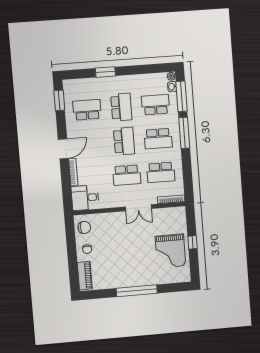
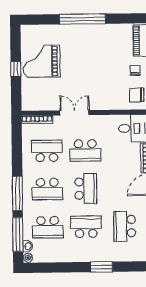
school desk: (121, 107) -> (86, 227), turned 90
school desk: (87, 110) -> (125, 226), turned 90
school desk: (158, 139) -> (47, 189), turned 180
school desk: (124, 141) -> (86, 189), turned 180
school desk: (127, 175) -> (85, 150), turned 180
grand piano: (171, 251) -> (41, 61), turned -90

